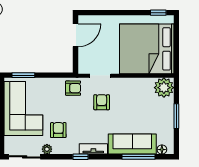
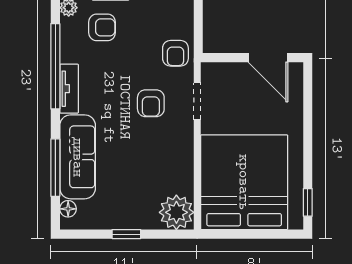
armchair: (102, 102) -> (151, 103), turned 90
window: (176, 116) -> (126, 234), width x0.67
window: (80, 157) -> (55, 66), width x3.17

